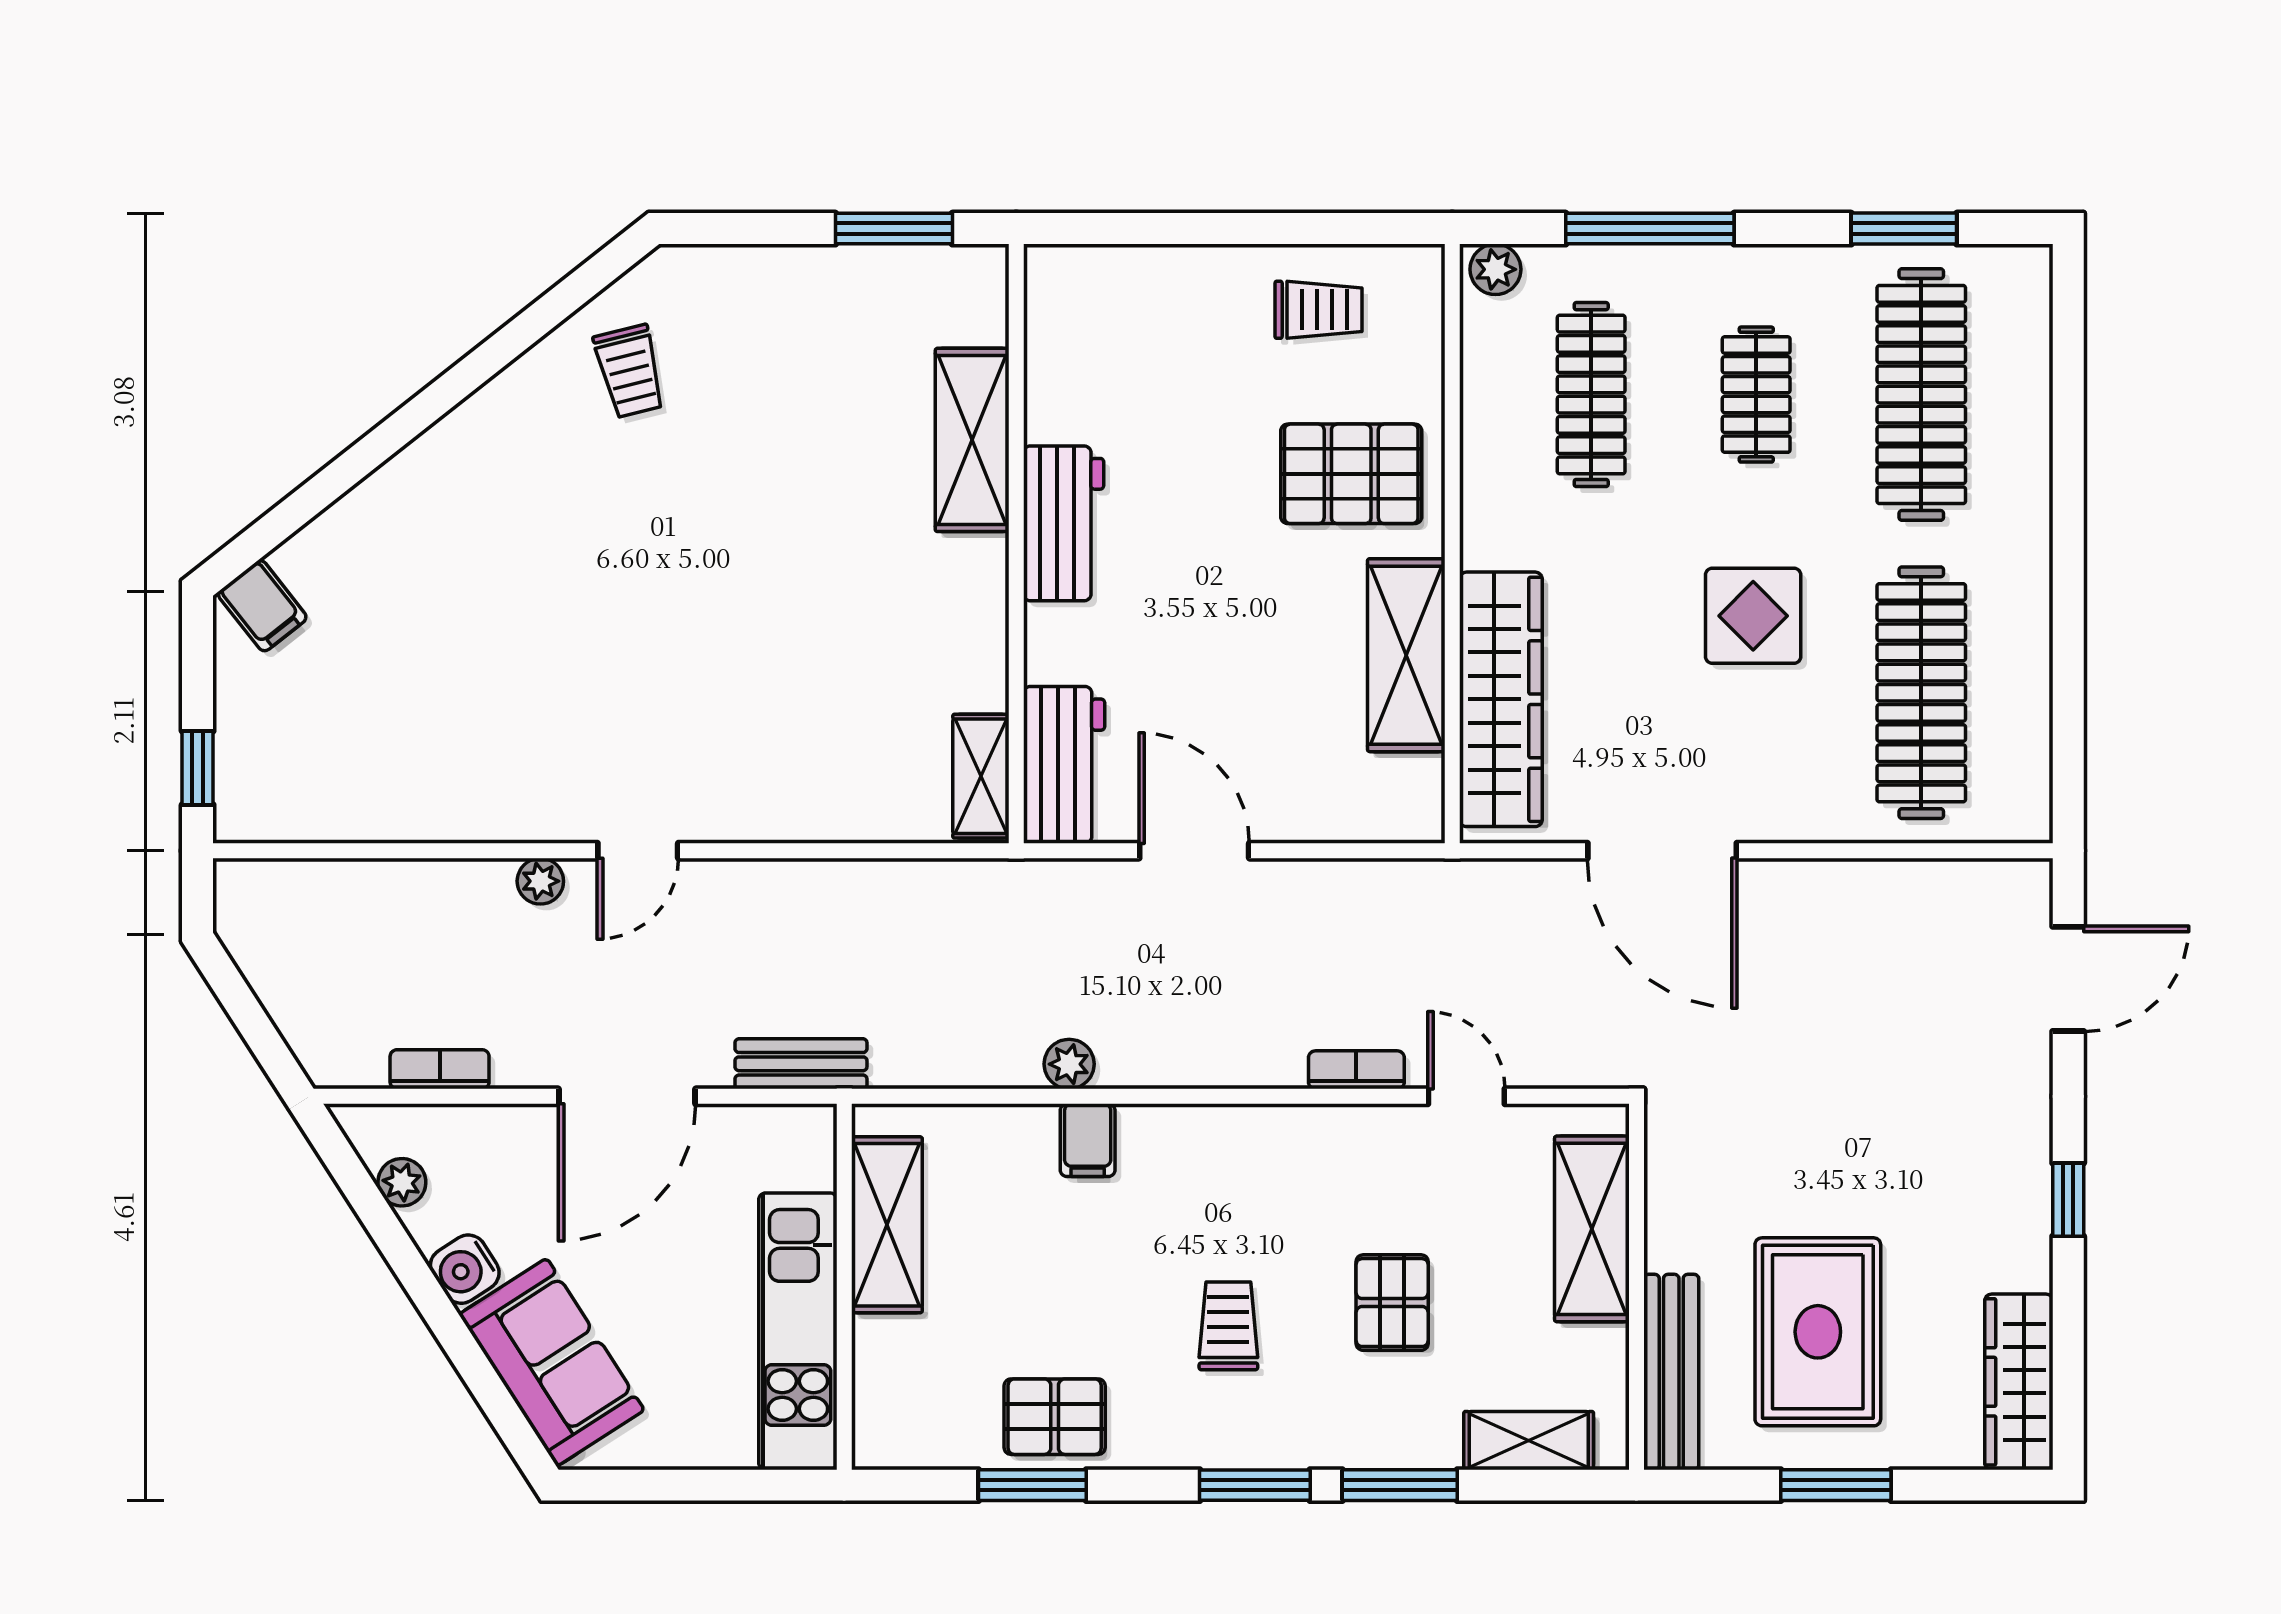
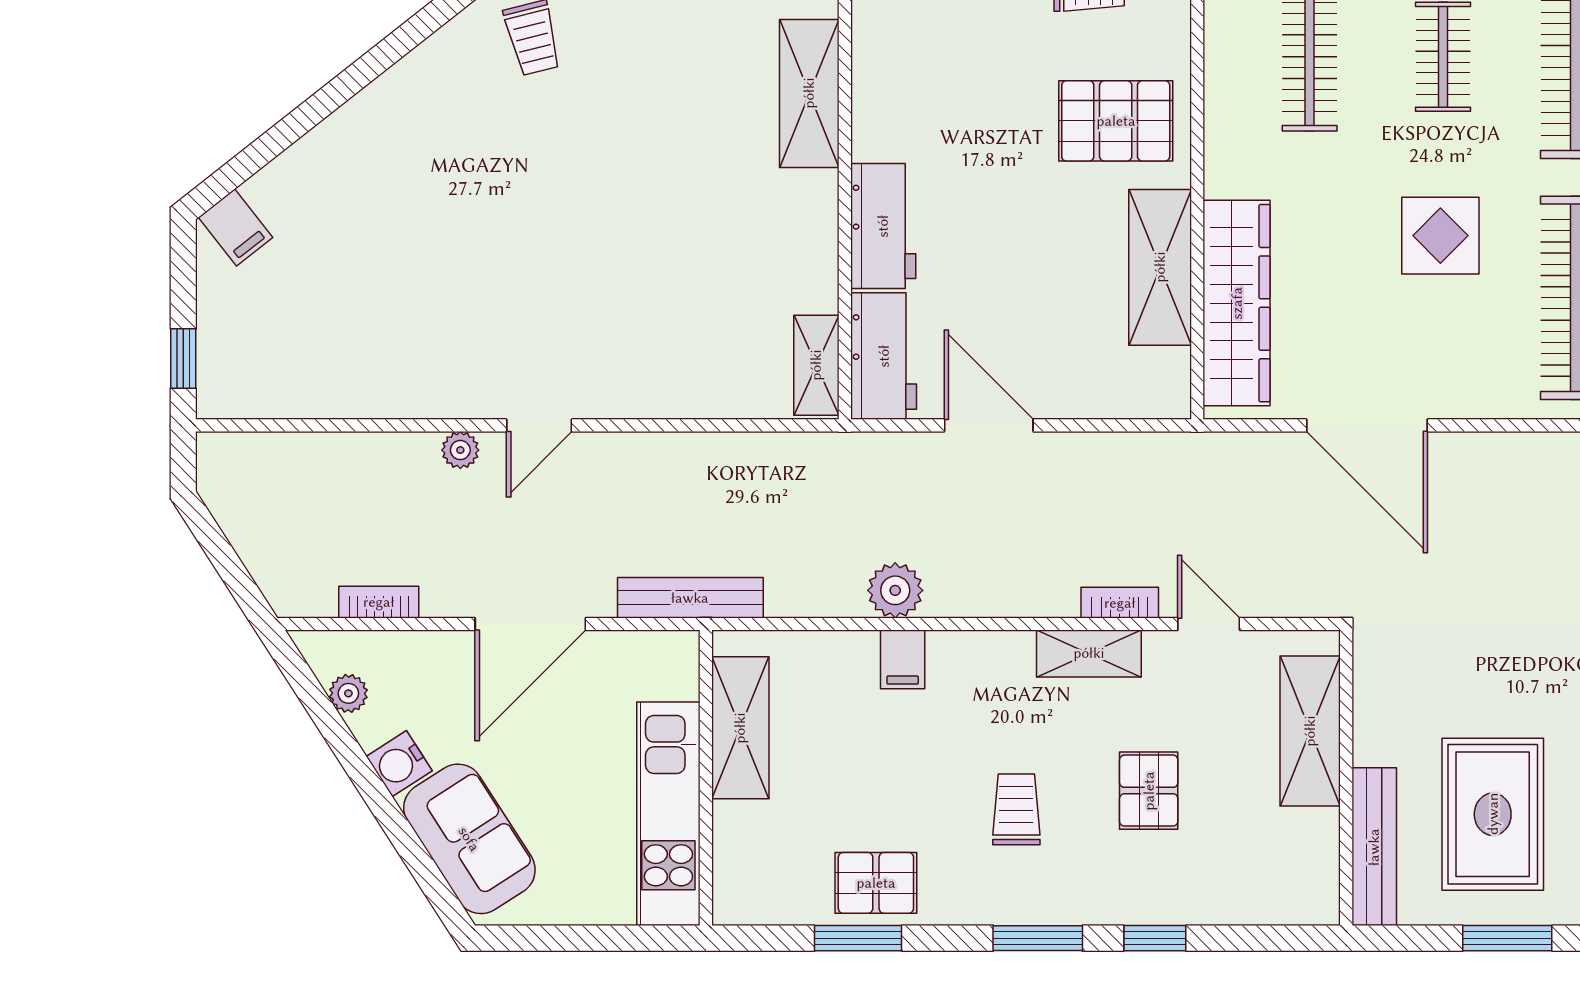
workbench: (1064, 523) -> (883, 226), moved
bench: (801, 1064) -> (690, 598), width x1.36
plant: (1069, 1064) -> (895, 590), width x1.38, depth x1.38
shelving: (1529, 1441) -> (1089, 653), moved
window: (1400, 1485) -> (1155, 938), width x0.67

